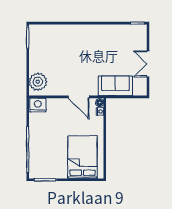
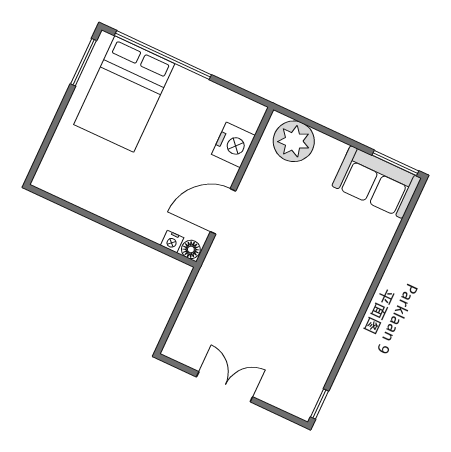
sofa: (115, 86) -> (377, 182), moved, turned 90
nightstand: (38, 105) -> (233, 145), moved
bed: (82, 157) -> (124, 94), moved, turned 90

